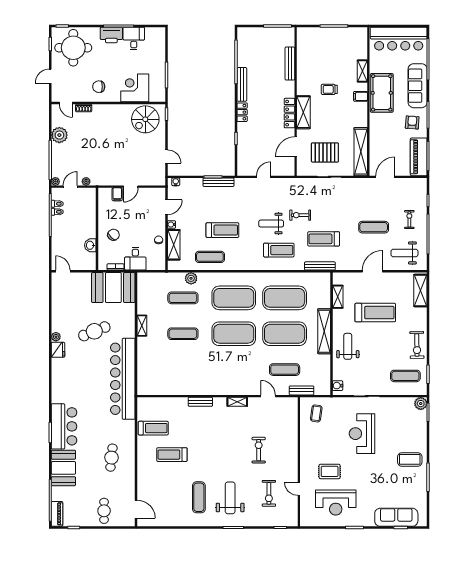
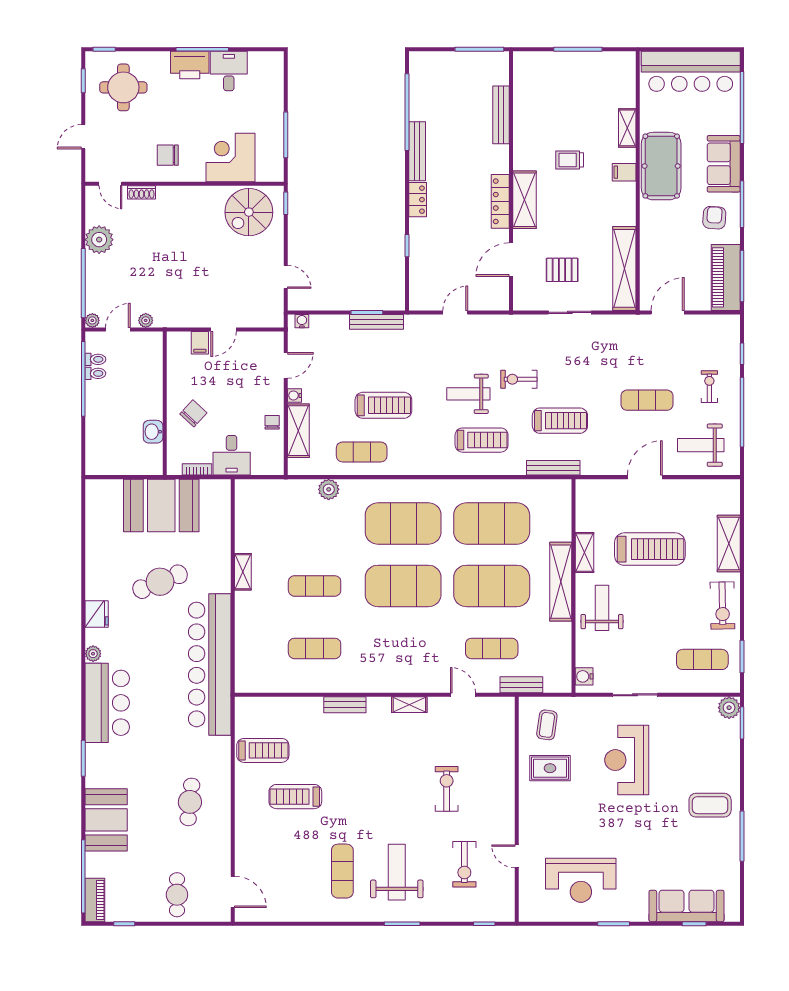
round table: (73, 48) -> (123, 87), width x0.73, depth x0.73
sofa: (418, 86) -> (724, 164), width x0.73
pallet: (325, 152) -> (562, 270), width x0.67, depth x0.71
treadmill: (324, 239) -> (560, 421), turned 180
door: (63, 271) -> (105, 477), removed
booth: (113, 288) -> (161, 505), moved
shelving: (420, 291) -> (729, 544), moved
shelving: (338, 297) -> (584, 553), moved
exercise mat: (183, 298) -> (315, 648), moved
plant: (56, 337) -> (93, 654), moved
bar counter: (64, 426) -> (107, 703), moved
rug: (330, 471) -> (550, 768), moved

